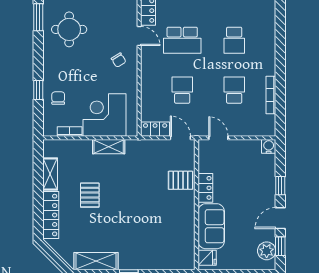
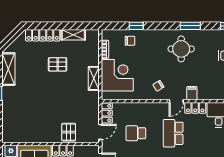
filing cabinet: (128, 15) -> (192, 93), added
school desk: (182, 90) -> (136, 133), turned 180

